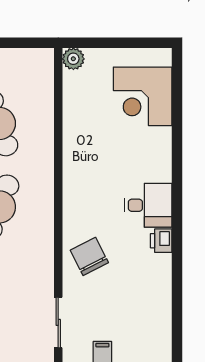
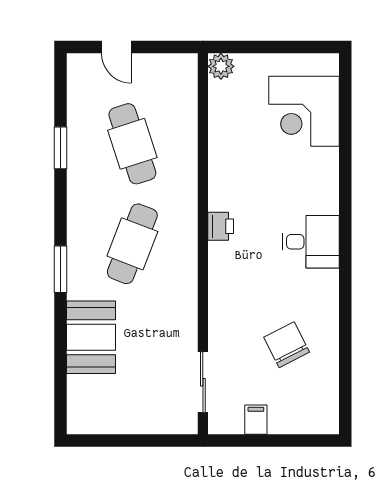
printer: (161, 241) -> (221, 226), moved, turned 180
chair: (89, 256) -> (287, 345), moved

